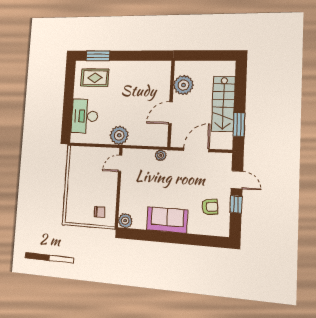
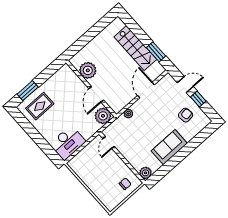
plant: (184, 85) -> (88, 70), moved
wall: (171, 103) -> (91, 89), moved
door: (171, 113) -> (96, 94), moved
desk: (85, 116) -> (68, 143), moved, turned -90
plant: (119, 135) -> (103, 116), moved

